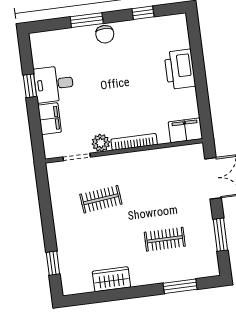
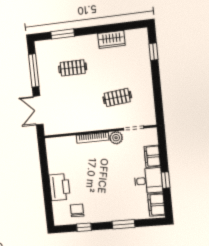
chair: (105, 34) -> (77, 210), moved
filing cabinet: (185, 130) -> (156, 205), moved, turned 90
window: (220, 235) -> (34, 70), width x1.44

